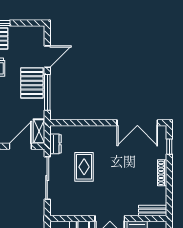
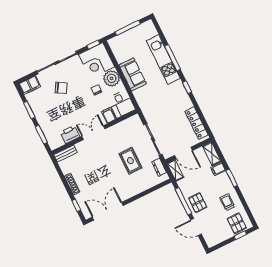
door: (47, 57) -> (196, 227), hinge flipped
pallet: (32, 83) -> (198, 203), width x0.67, depth x0.71
door: (20, 146) -> (184, 153), hinge flipped

